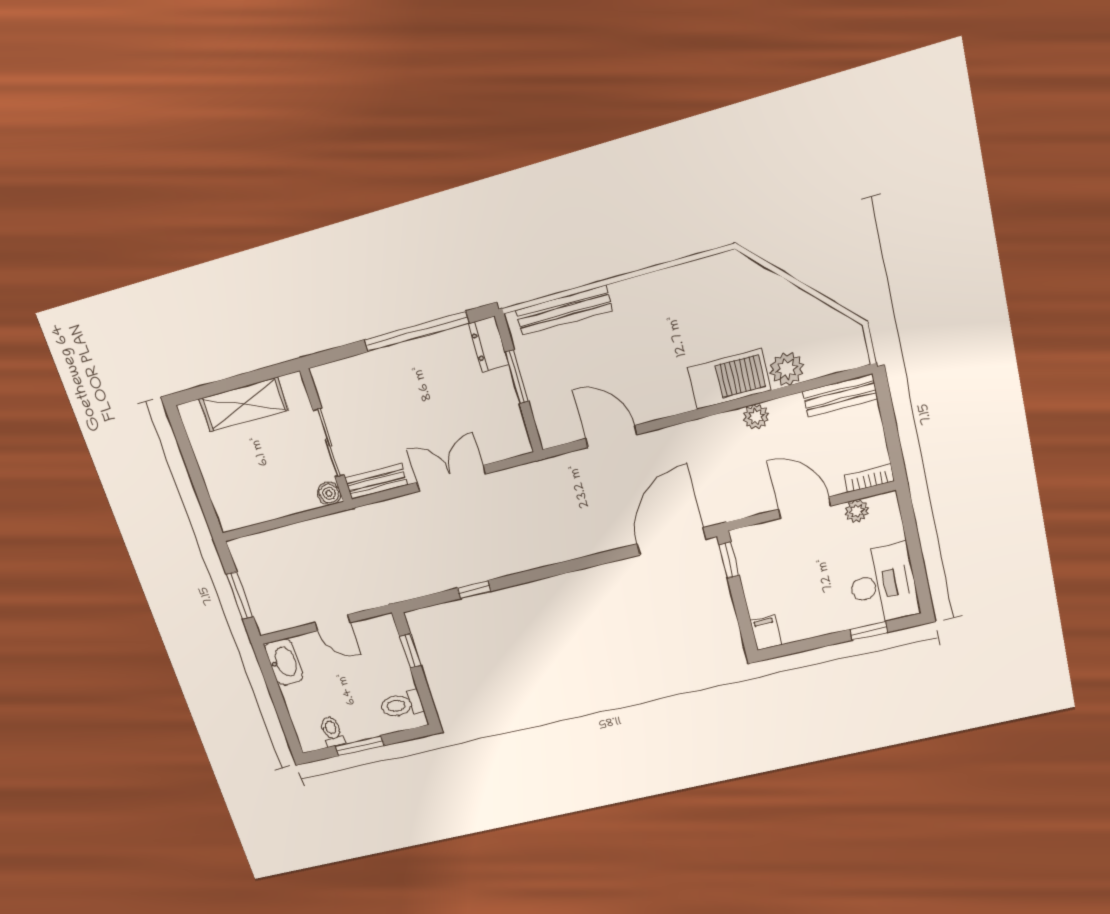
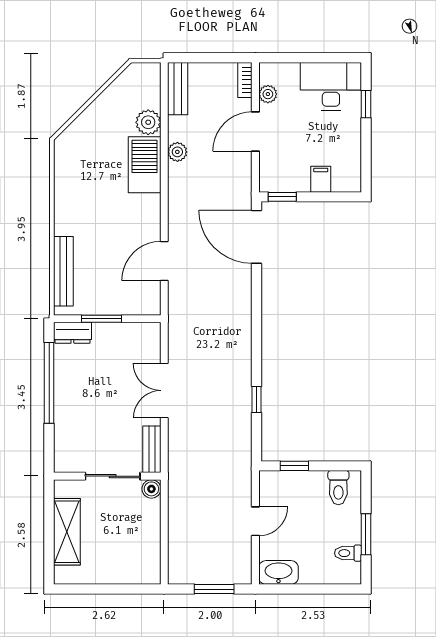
filing cabinet: (766, 633) -> (321, 179), moved, turned 90

